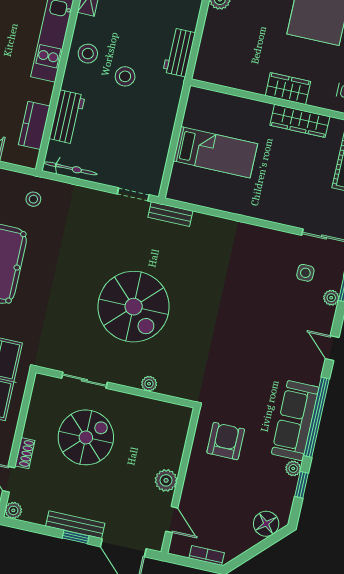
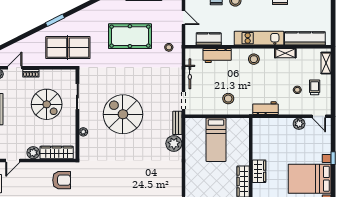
stool: (125, 76) -> (228, 99), moved
bicycle: (70, 168) -> (190, 74), moved
plant: (205, 228) -> (174, 143), added
spiral stairs: (134, 307) -> (123, 114), turned 90
wardrobe: (175, 439) -> (57, 152), added

